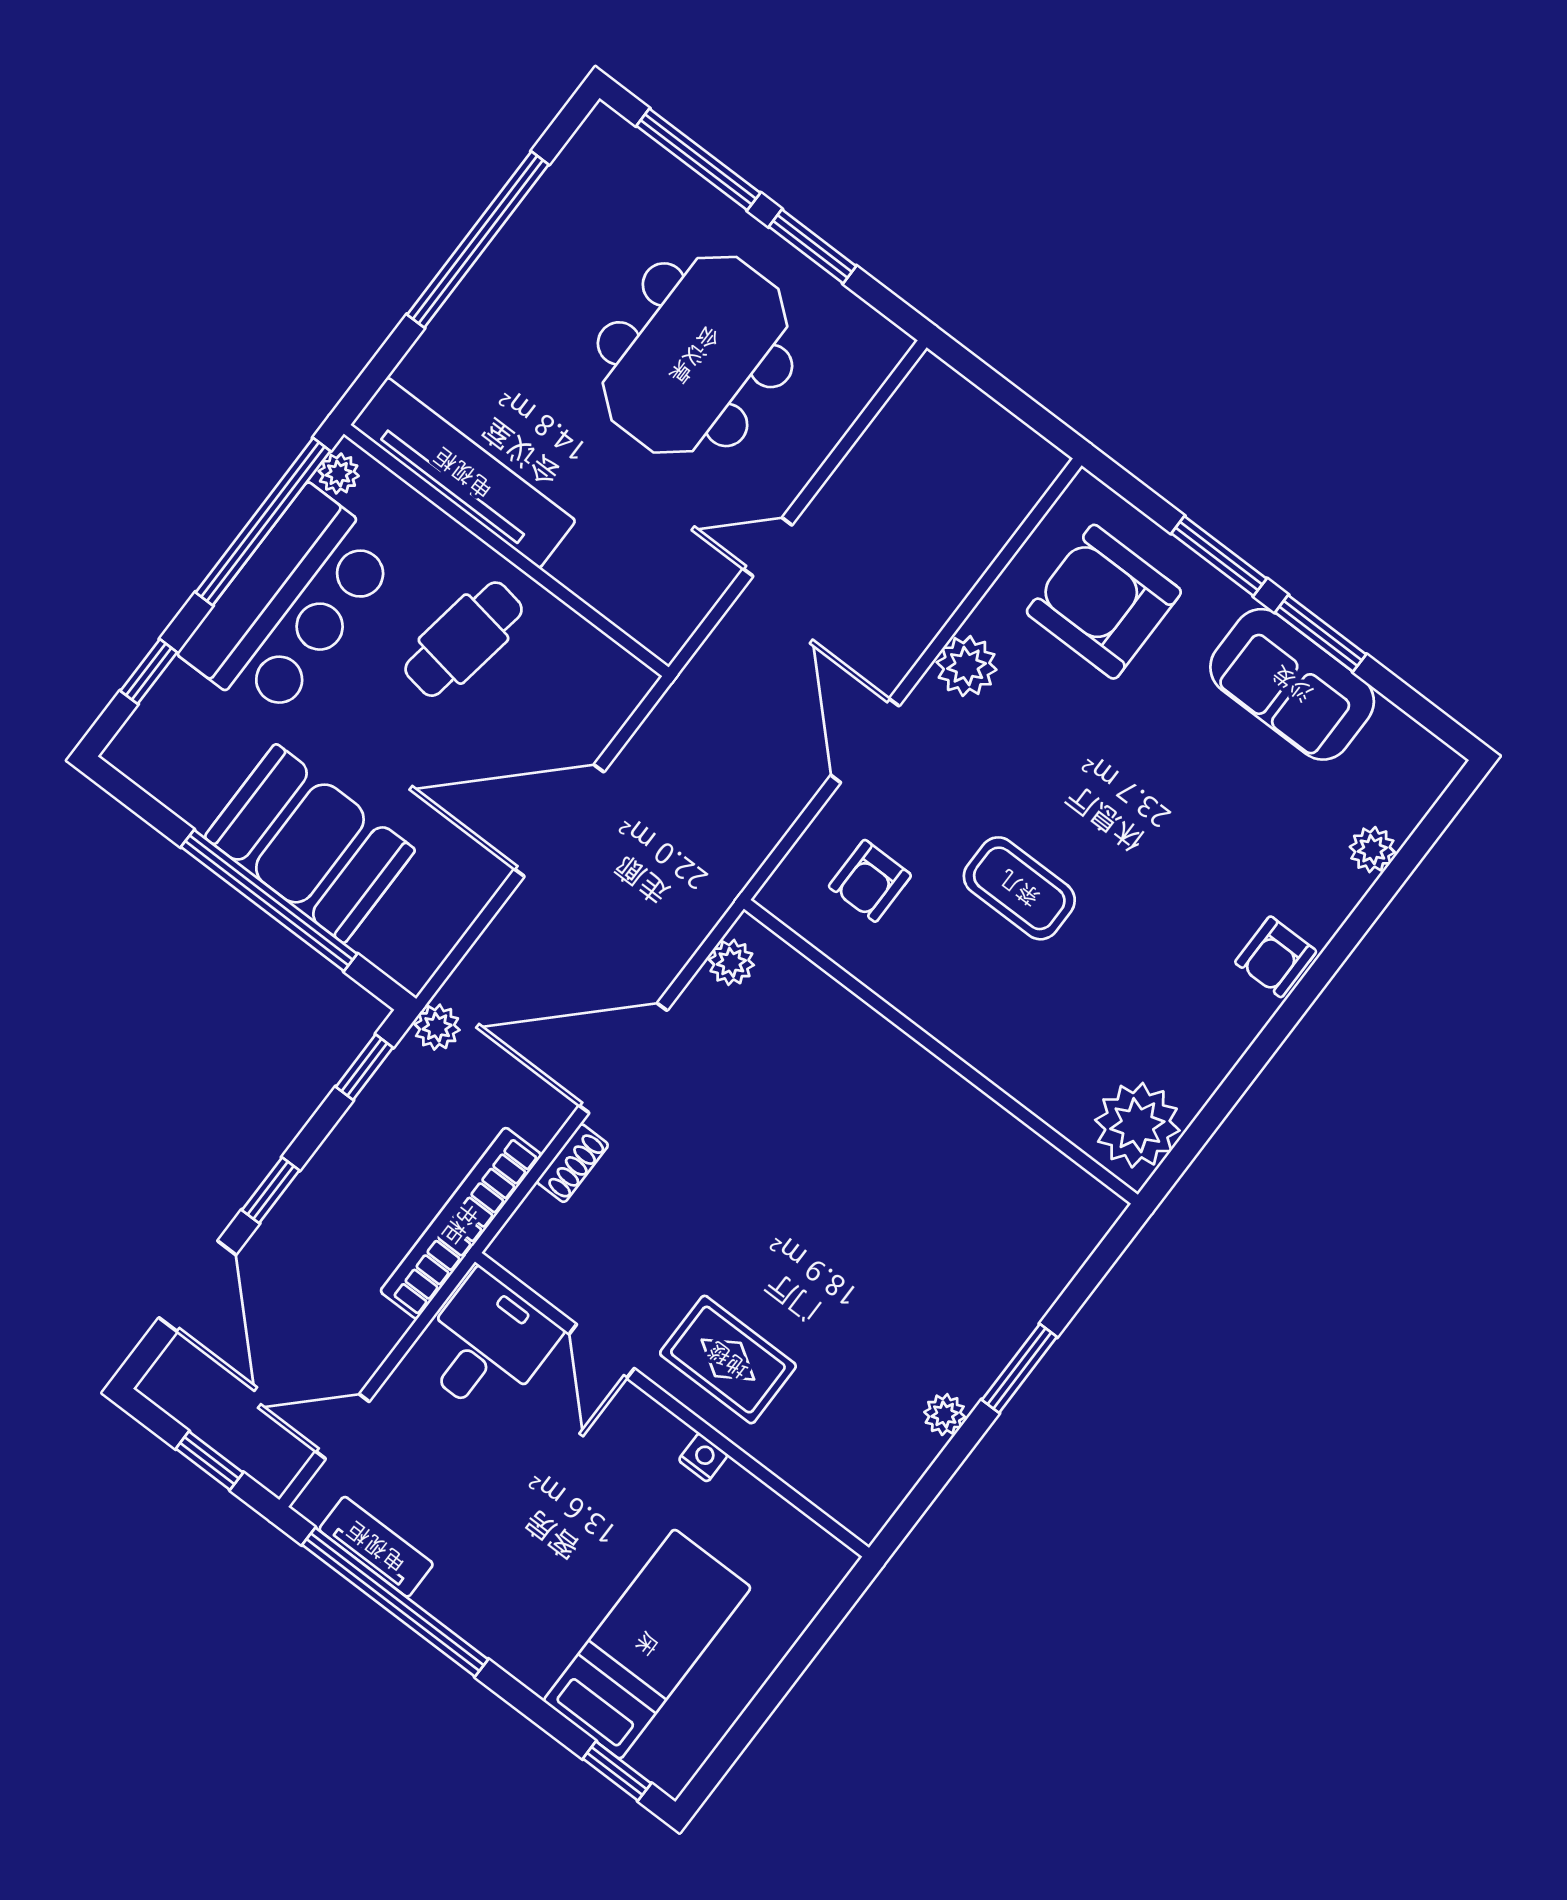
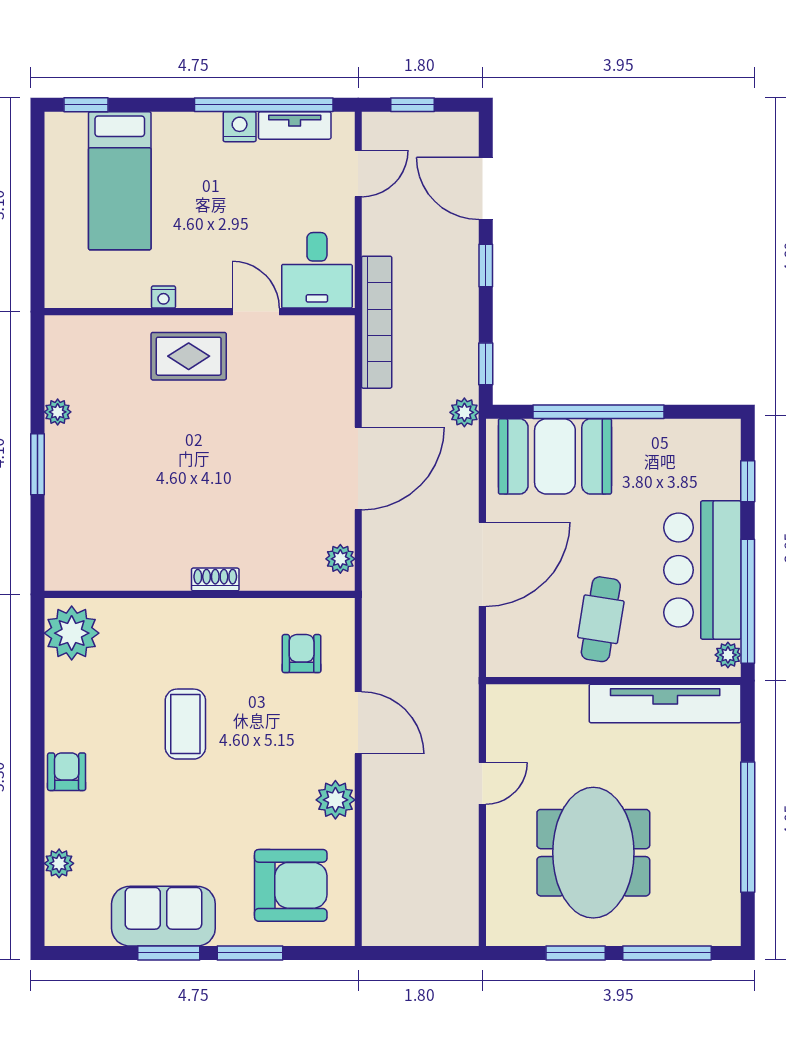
booth: (310, 843) -> (555, 456), moved
coffee table: (1019, 888) -> (185, 724), moved, turned 90
shoe rack: (573, 1163) -> (215, 579), moved, turned 90
nightstand: (446, 1598) -> (240, 127), added

